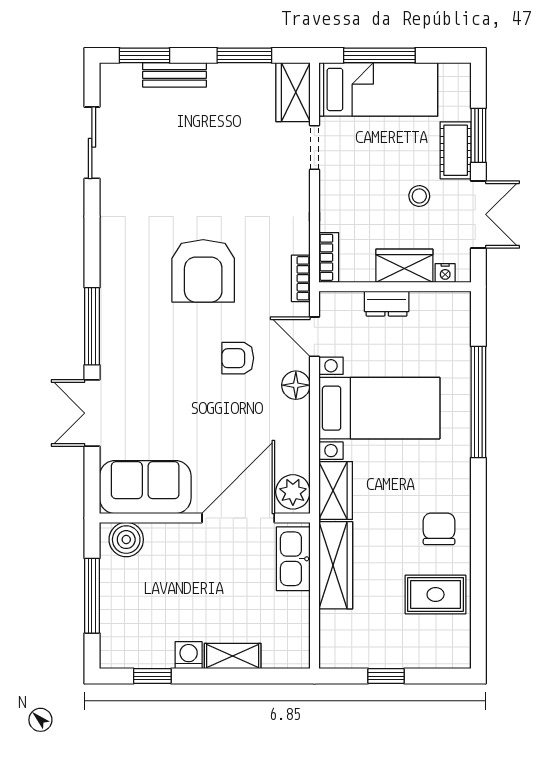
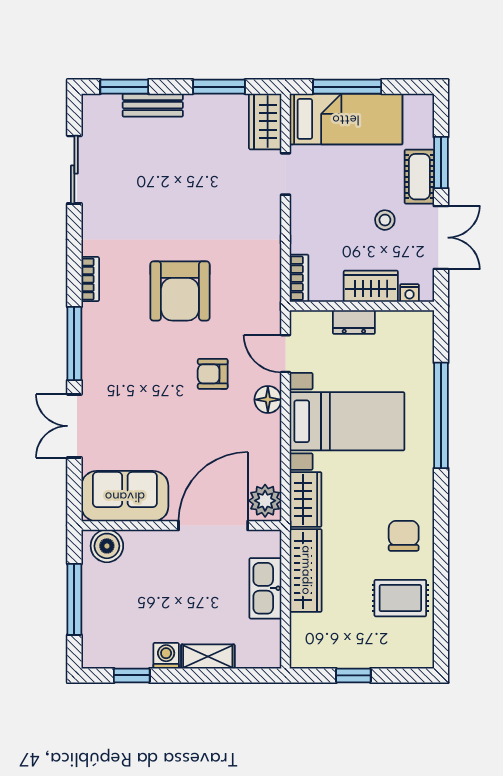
bookcase: (301, 278) -> (90, 279), moved, turned 180
kitchen sink: (293, 559) -> (265, 588), moved

